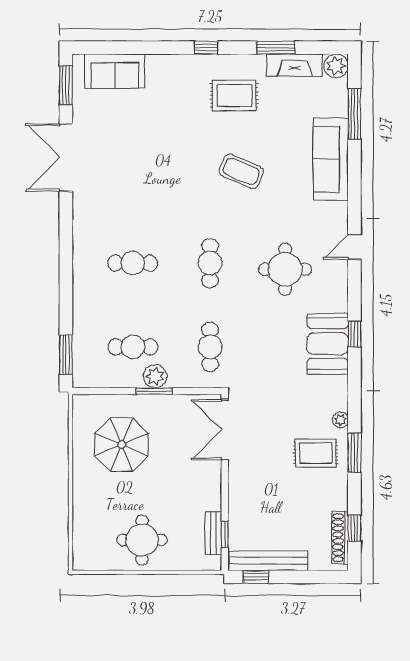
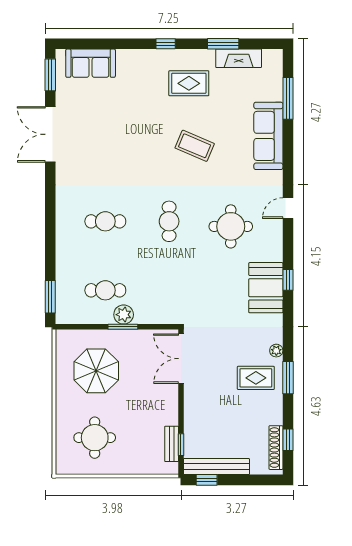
plant: (336, 66) -> (273, 59), removed
cafe table: (210, 347) -> (169, 290), removed
round table: (142, 540) -> (95, 438), moved

